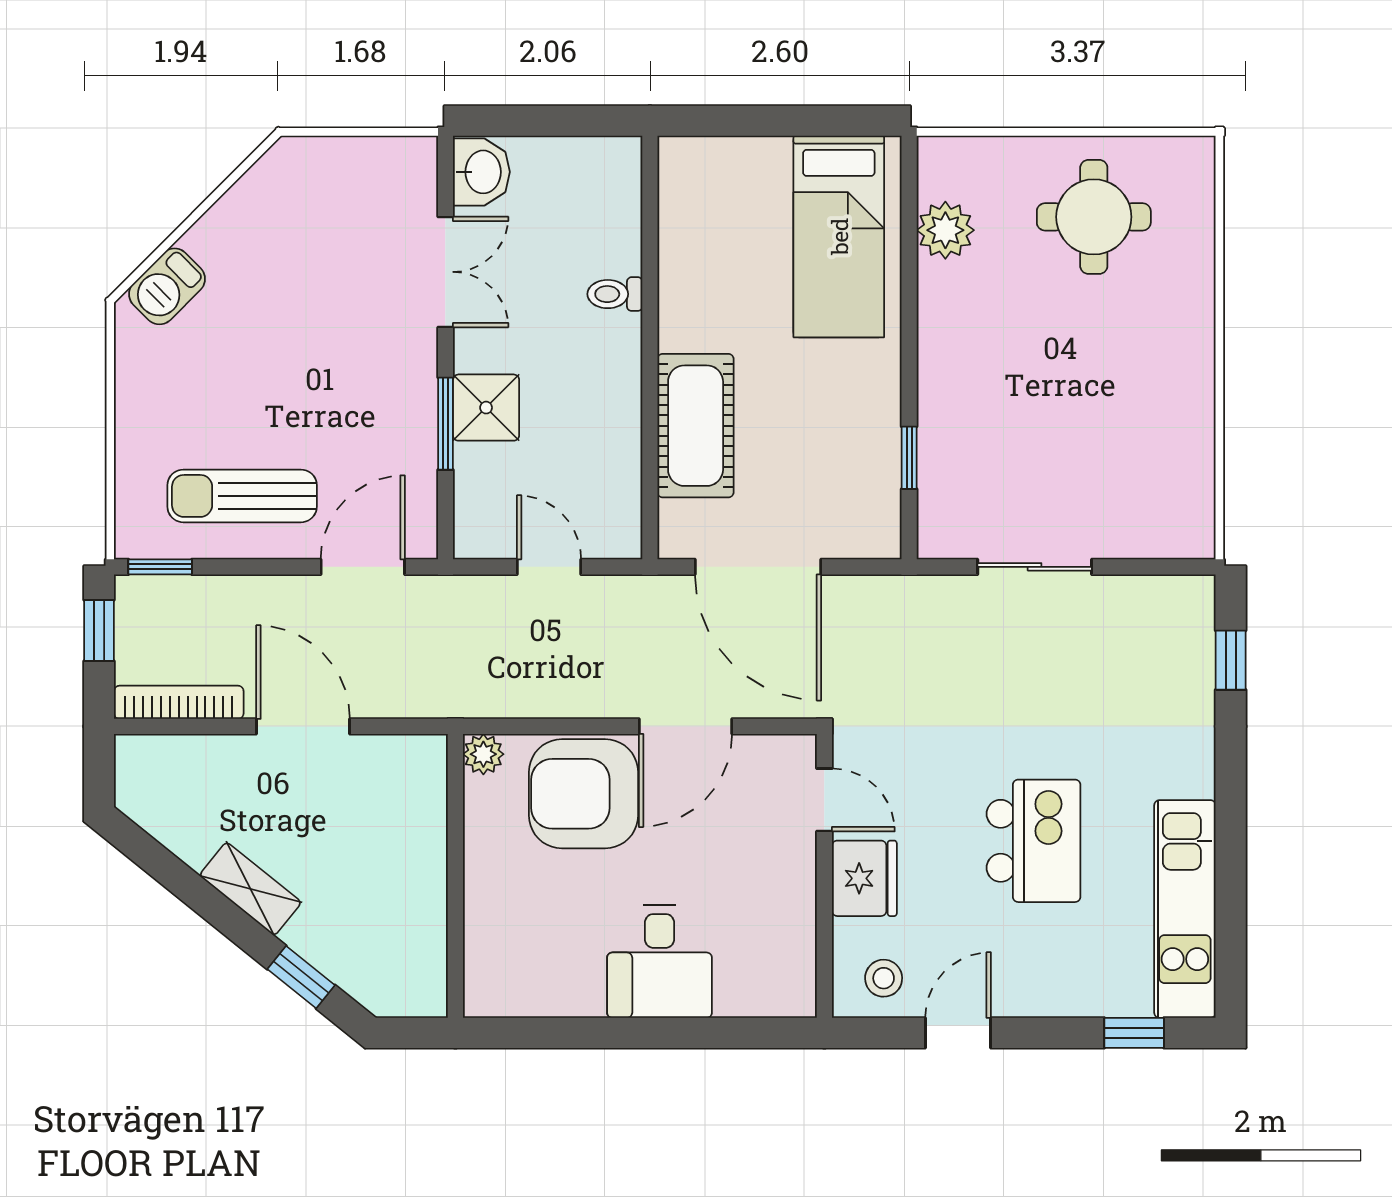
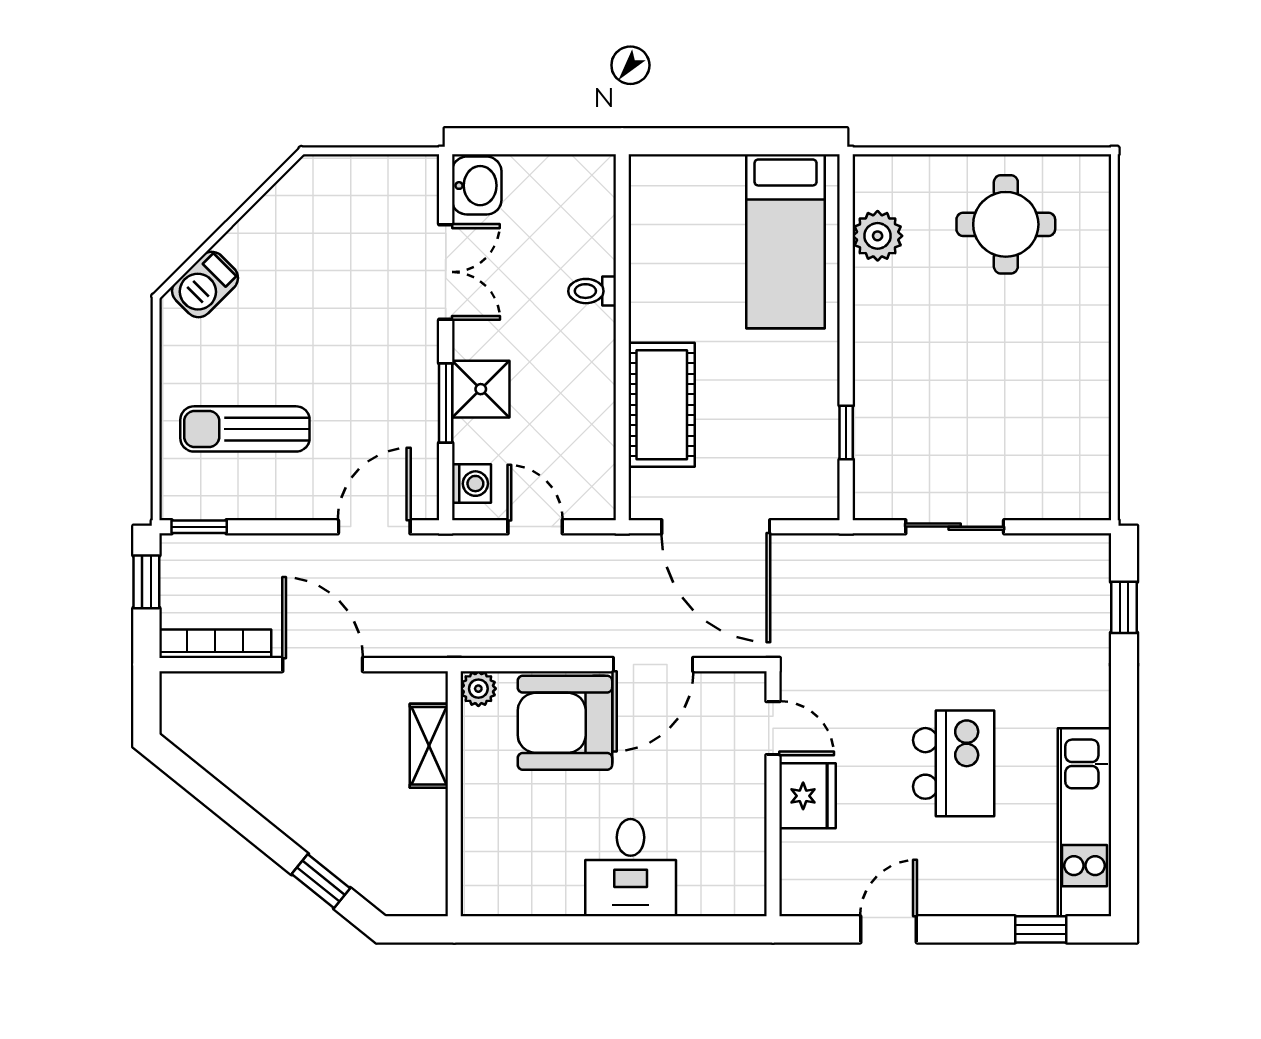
sun lounger: (242, 496) -> (245, 429), moved
washing machine: (475, 517) -> (472, 484), added
shelving: (250, 889) -> (429, 746), moved, turned 51
stool: (884, 978) -> (824, 882), removed

